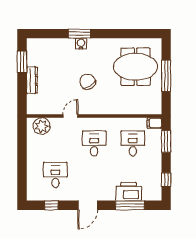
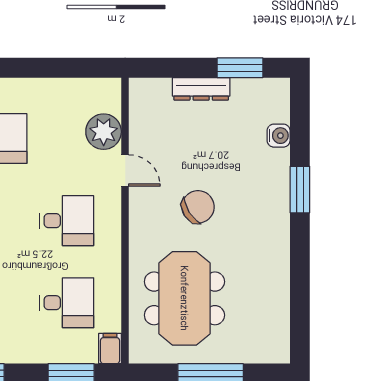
water cooler: (81, 44) -> (279, 136), moved
meeting table: (136, 67) -> (184, 298), moved
plant: (42, 126) -> (104, 132), moved

